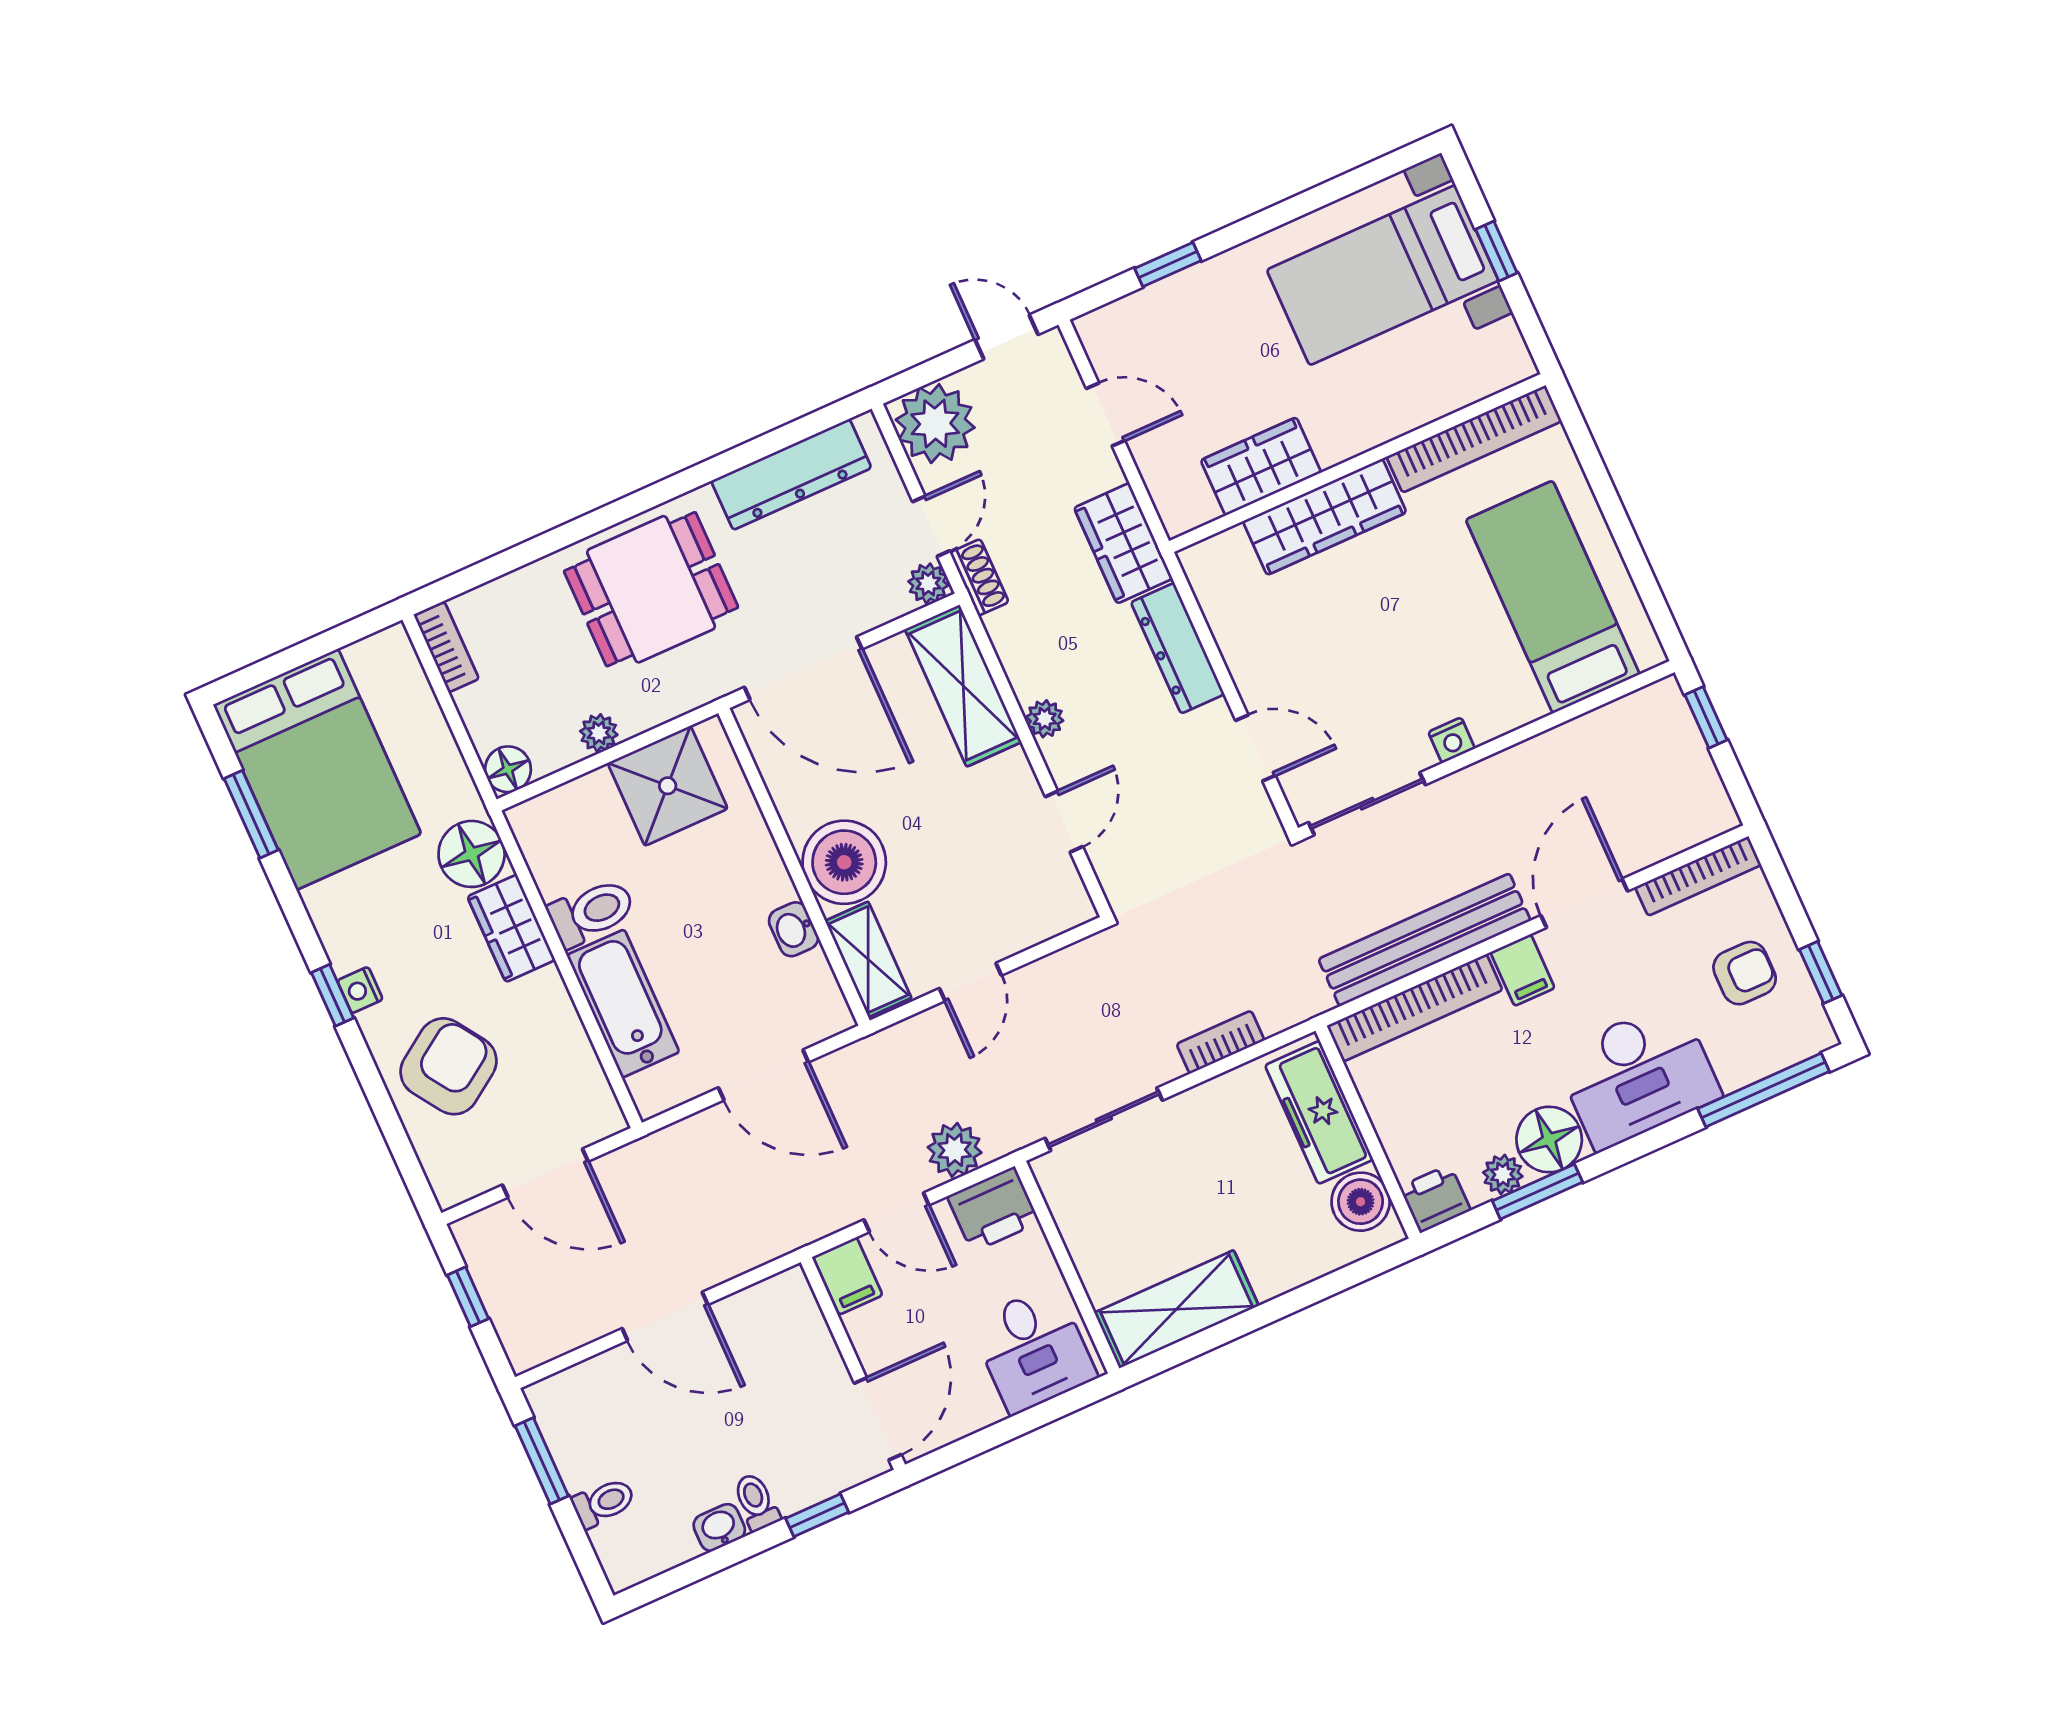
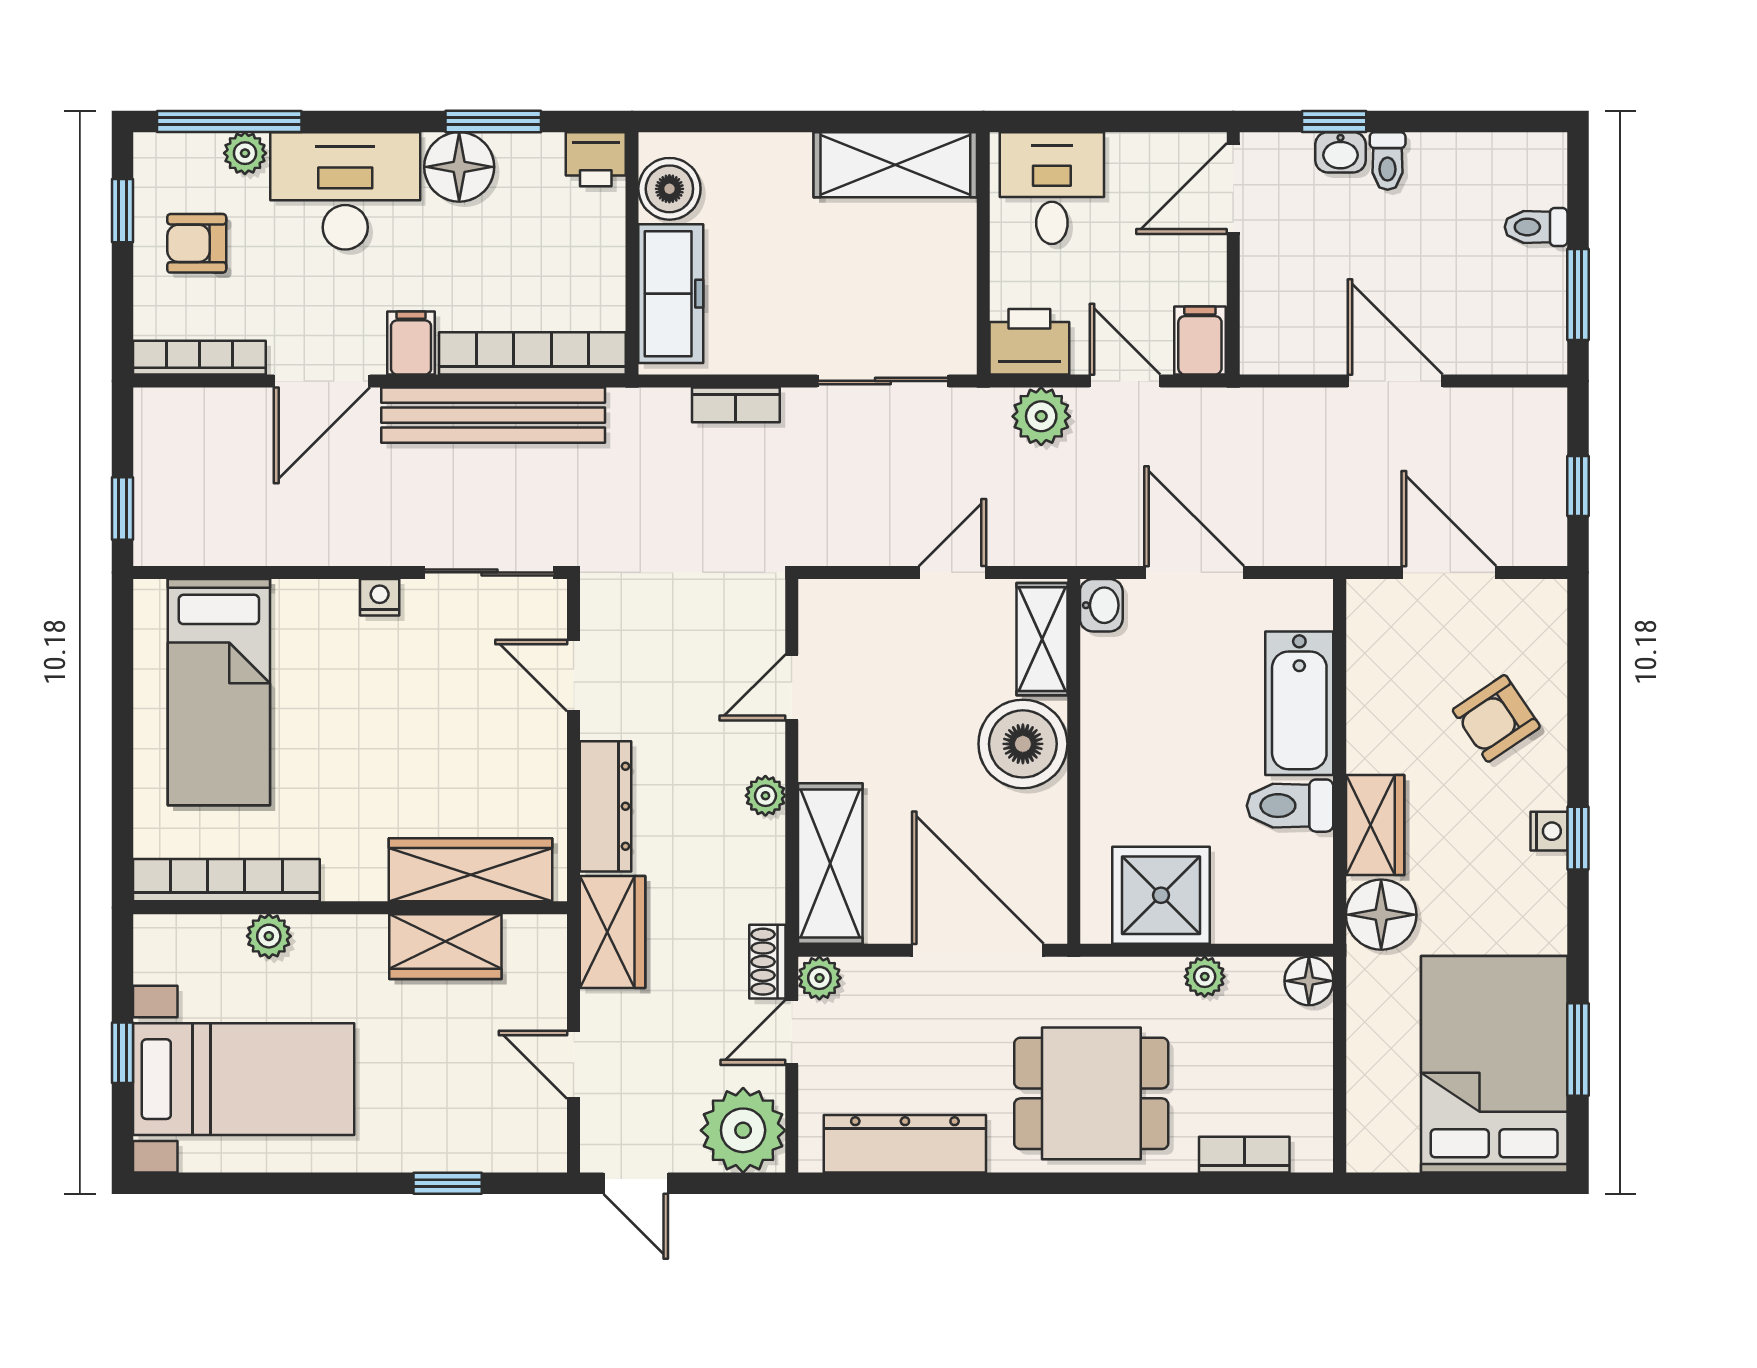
plant: (1416, 407) -> (269, 936), added
wardrobe: (1325, 517) -> (471, 870), moved
bookcase: (447, 647) -> (1244, 1155), moved, turned 90
washbasin: (794, 929) -> (1101, 605), moved
armchair: (449, 1066) -> (1496, 718), width x0.72, depth x0.72
plant: (1503, 1174) -> (245, 153), moved
washbasin: (719, 1527) -> (1340, 152), moved

